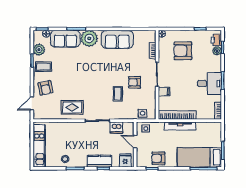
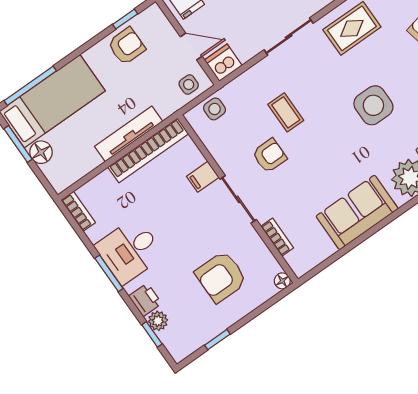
printer: (216, 40) -> (145, 300), moved
armchair: (183, 51) -> (221, 277), turned 180
side table: (84, 74) -> (373, 105), added
dishwasher: (116, 128) -> (223, 63), moved
floor lamp: (216, 142) -> (41, 152), added

